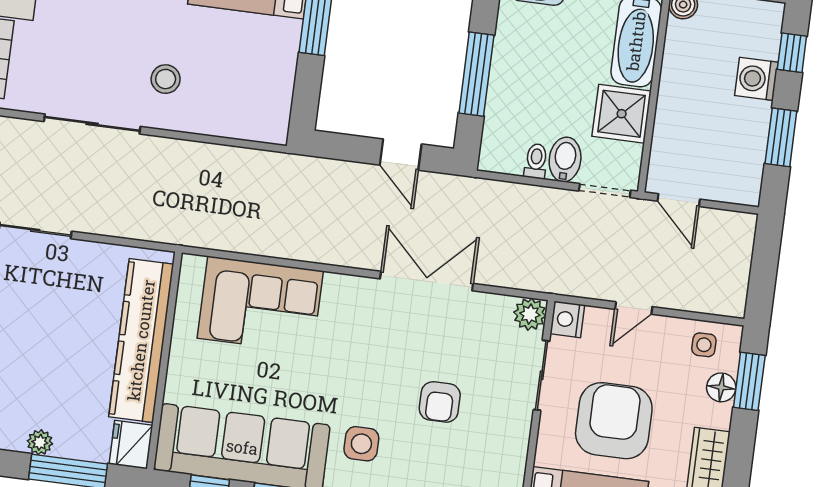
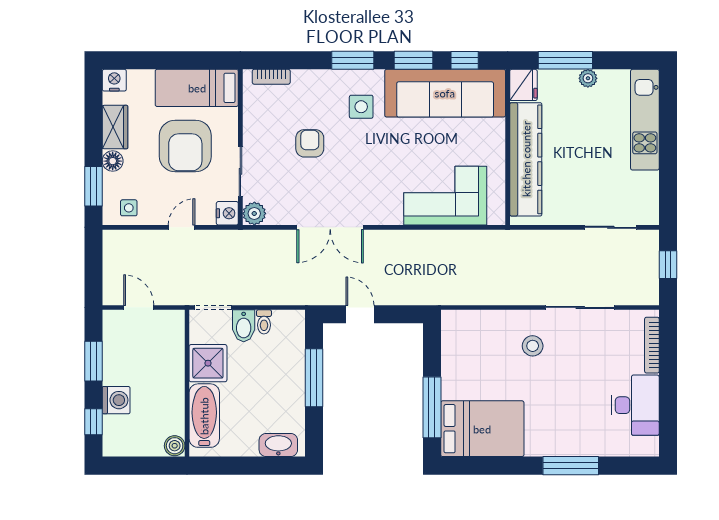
door: (679, 200) -> (139, 307), moved
floor lamp: (721, 387) -> (113, 161), moved

